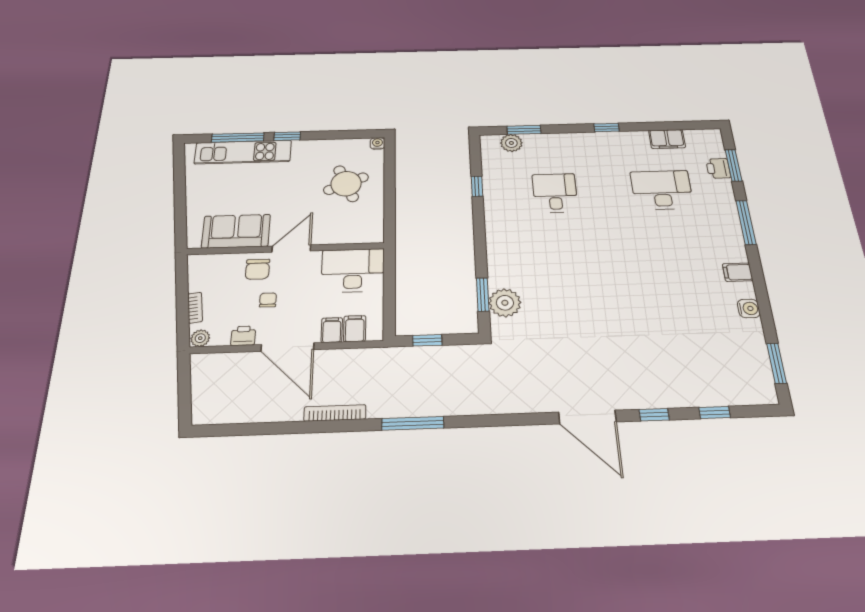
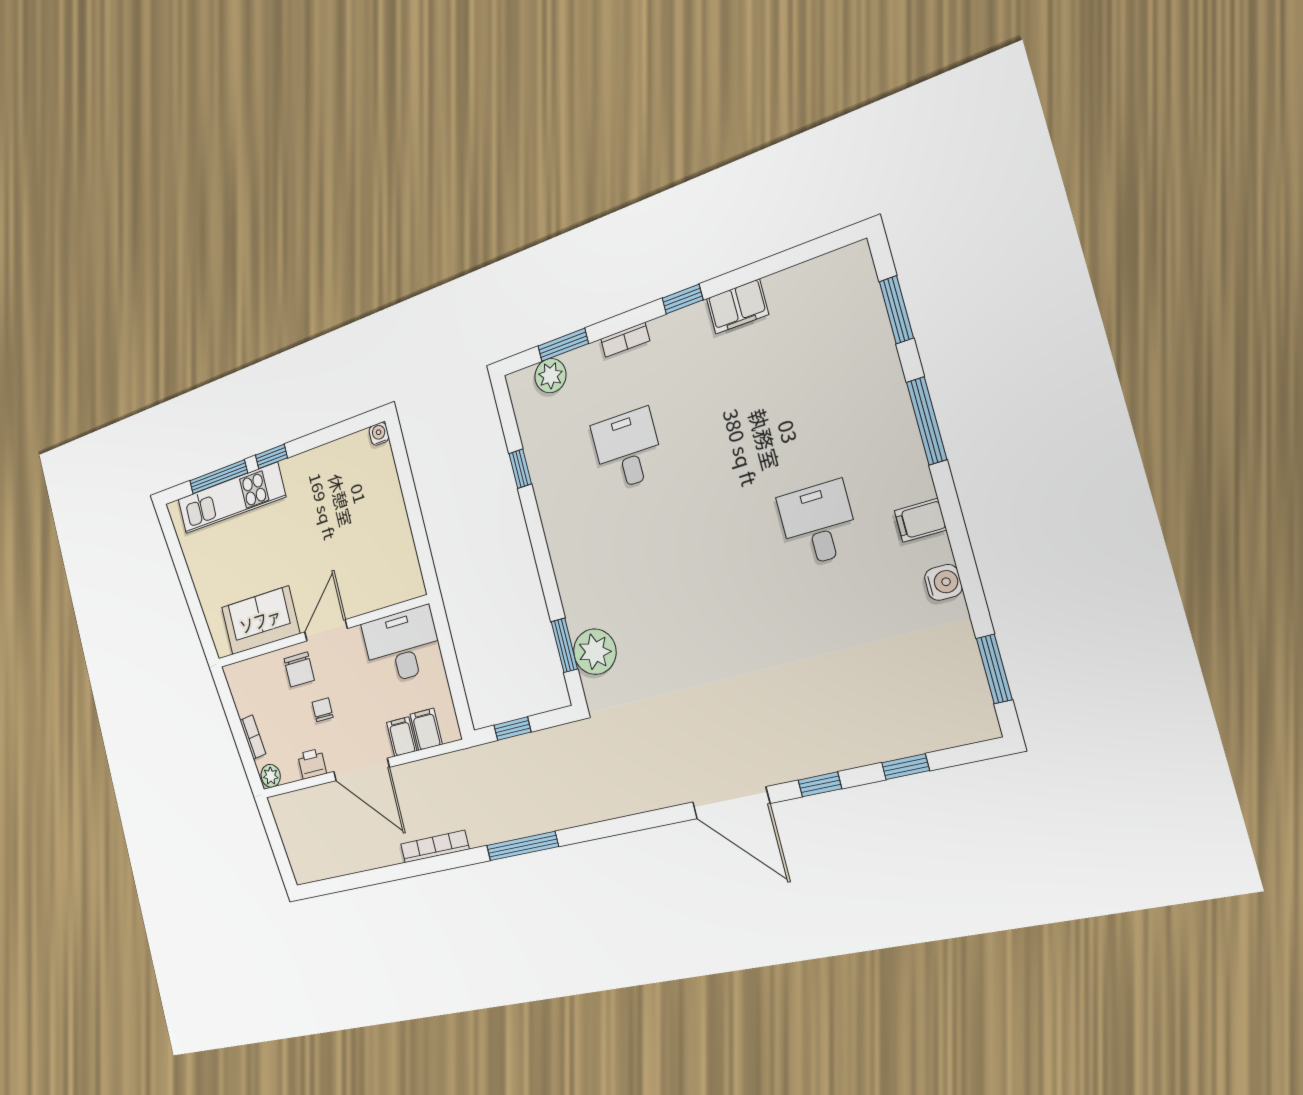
bookcase: (566, 138) -> (625, 340), added
filing cabinet: (667, 139) -> (737, 307), moved
printer: (718, 168) -> (871, 324), removed
round table: (346, 184) -> (359, 513), removed
desk: (662, 190) -> (818, 524), moved, width x0.73

